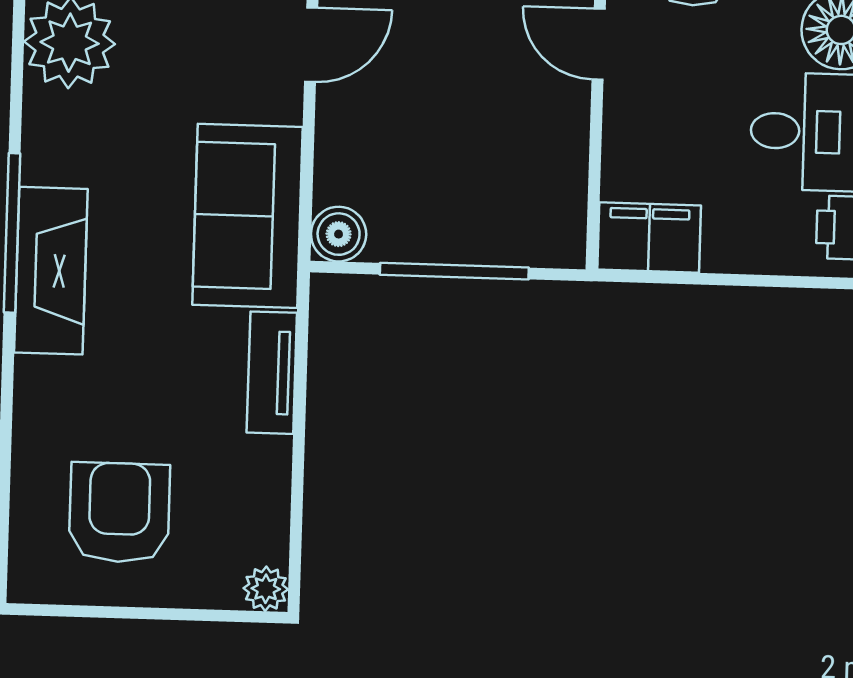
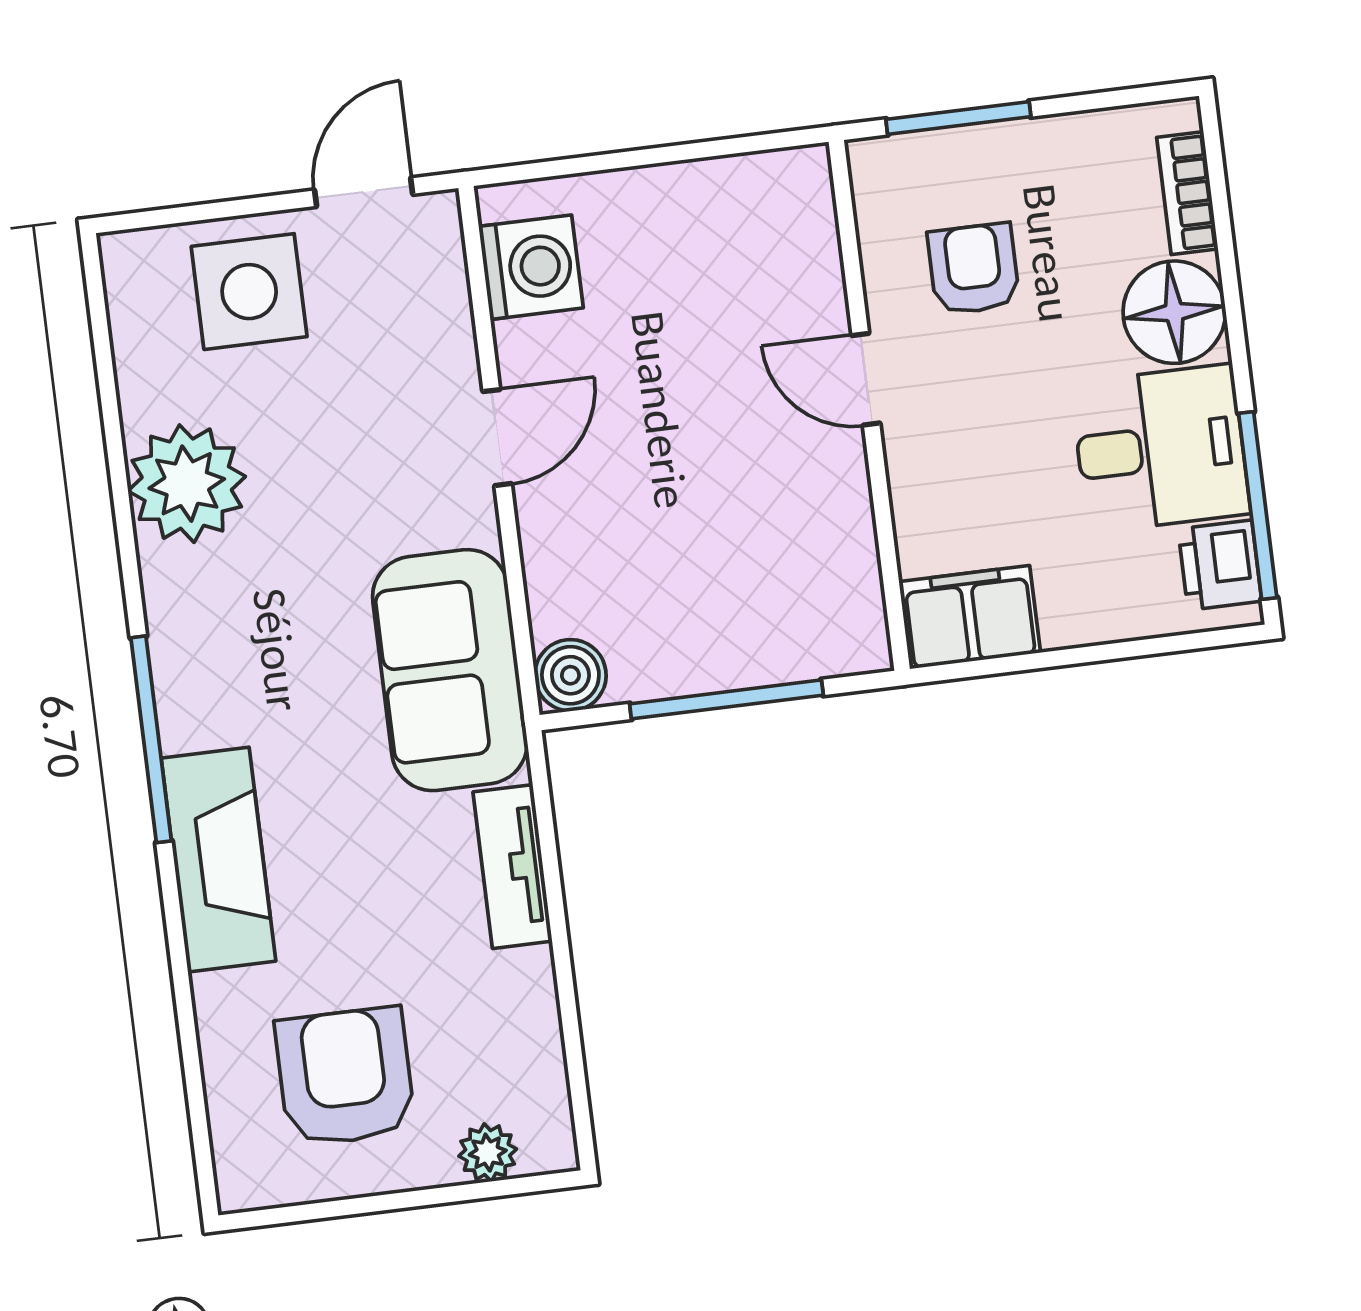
fireplace: (51, 271) -> (218, 860), moved
plant: (266, 589) -> (488, 1153), moved

